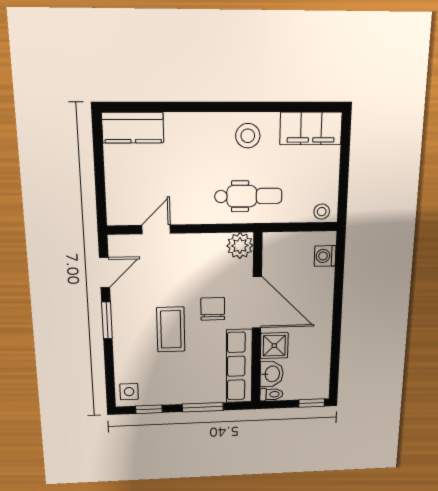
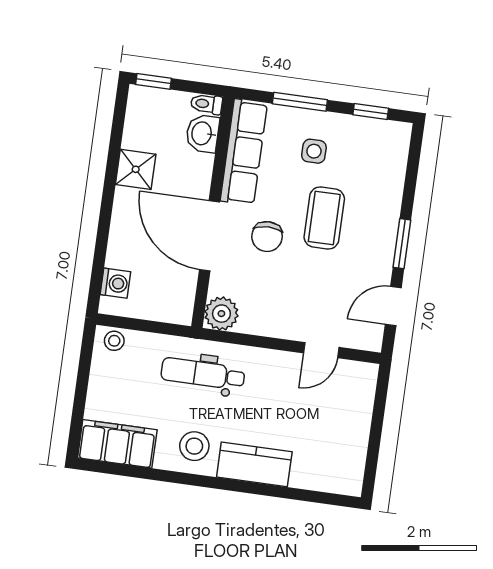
kitchen counter: (133, 128) -> (254, 464), moved
shower: (274, 346) -> (136, 169), moved
side table: (129, 392) -> (314, 151), moved

